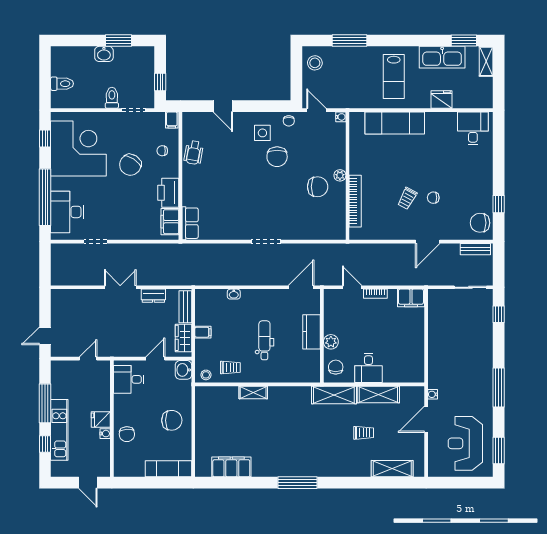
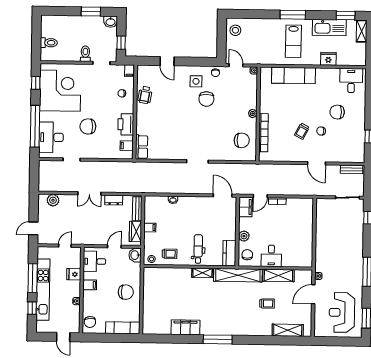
window: (349, 40) -> (293, 15), moved
washbasin: (104, 54) -> (111, 22), moved
chair: (130, 165) -> (88, 126), moved, turned 57
chair: (318, 187) -> (242, 140), moved
filing cabinet: (170, 222) -> (127, 146), width x0.50
chair: (480, 223) -> (337, 112), moved
door: (428, 242) -> (316, 163), hinge flipped
double door: (120, 287) -> (89, 193), swing flipped
door: (301, 287) -> (223, 196), hinge flipped
door: (352, 287) -> (260, 196), swing flipped
plant: (71, 297) -> (53, 200), added
filing cabinet: (411, 298) -> (246, 207), moved, turned -90
kitchen counter: (311, 332) -> (229, 253), moved
dental chair: (264, 340) -> (198, 249), moved
shelving: (253, 392) -> (202, 273), moved
shelving: (334, 395) -> (238, 275), width x1.47
filing cabinet: (123, 411) -> (90, 285), added
fridge: (101, 420) -> (74, 274), moved
kitchen unit: (59, 430) -> (43, 290), width x1.36
chair: (127, 434) -> (90, 322), moved
filing cabinet: (231, 467) -> (185, 327), moved

